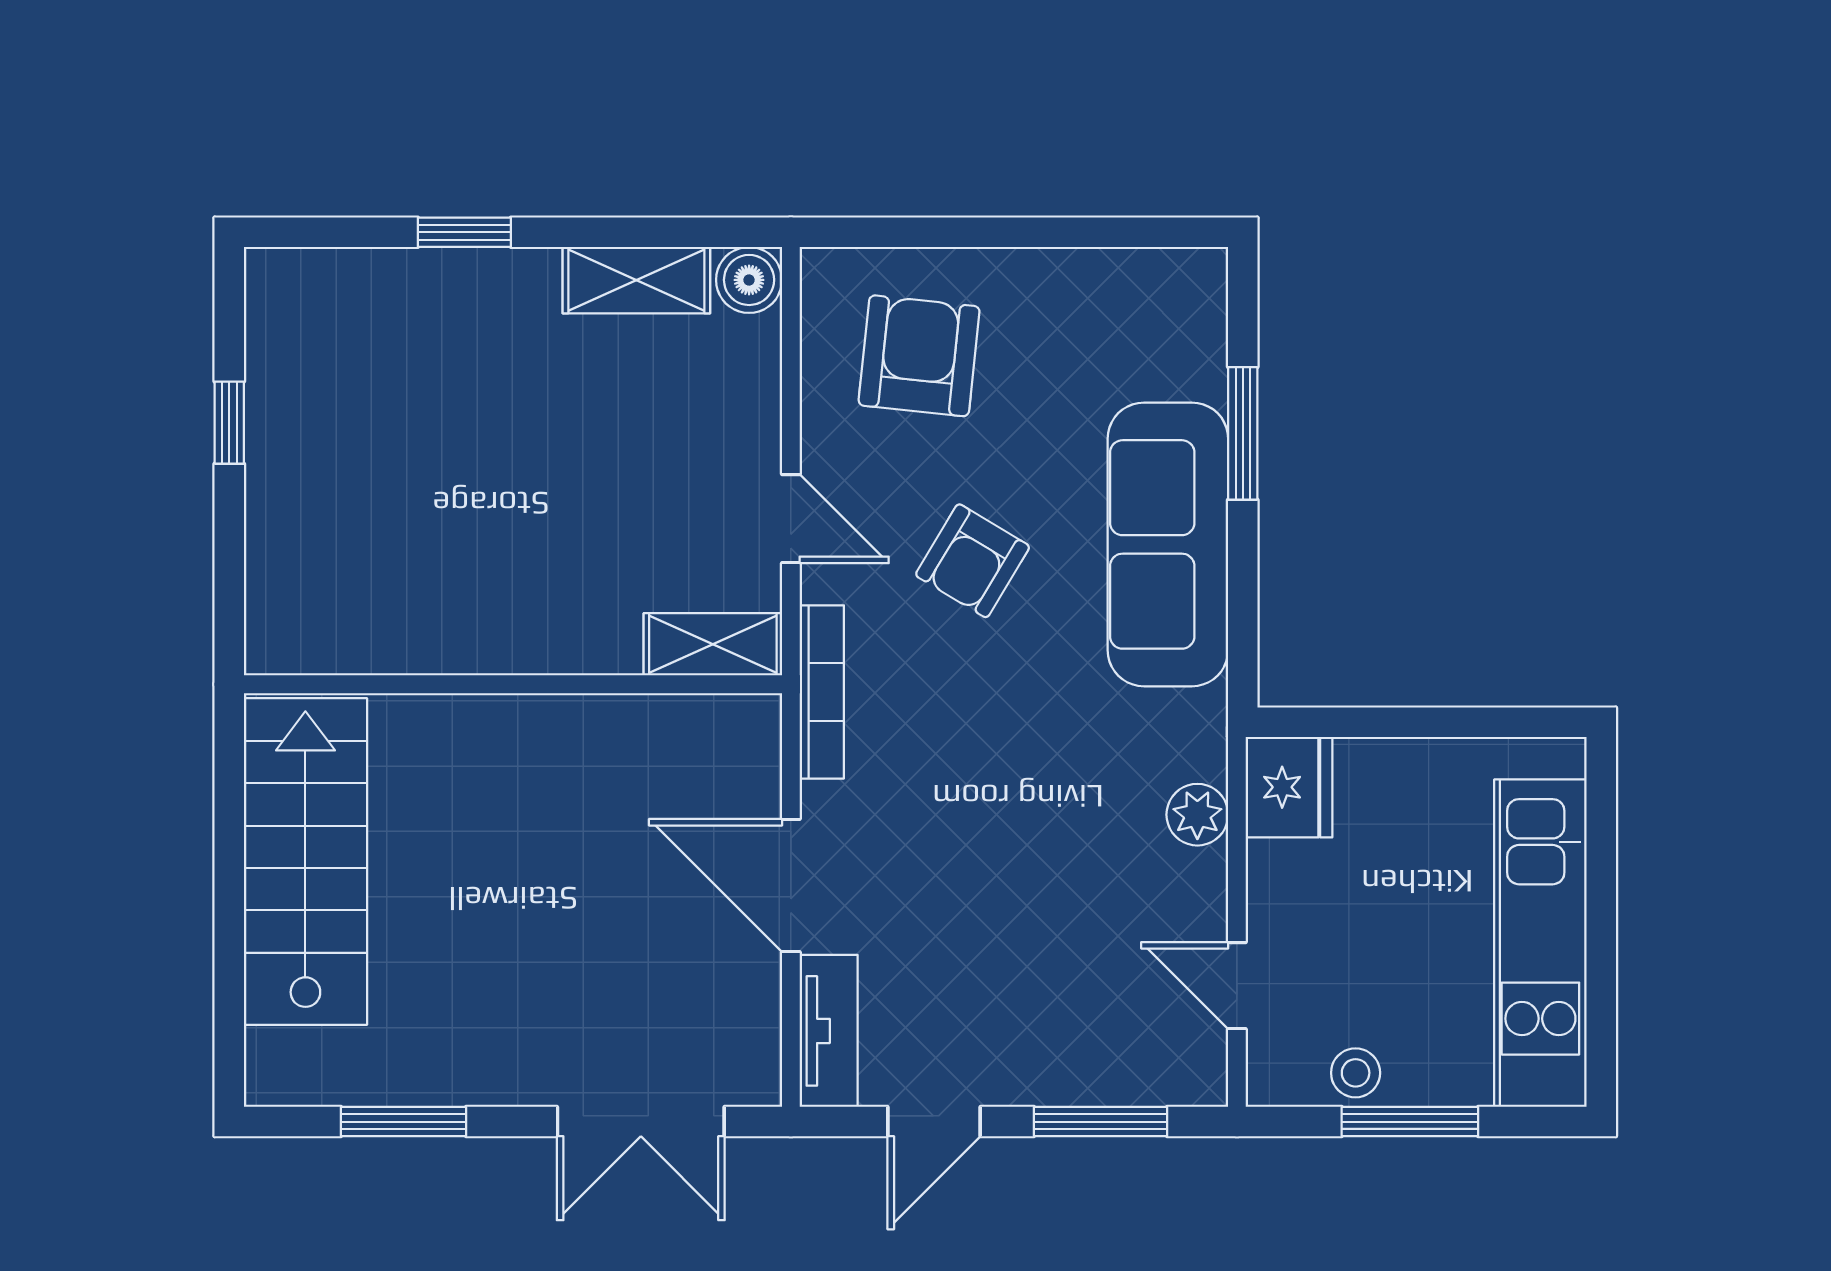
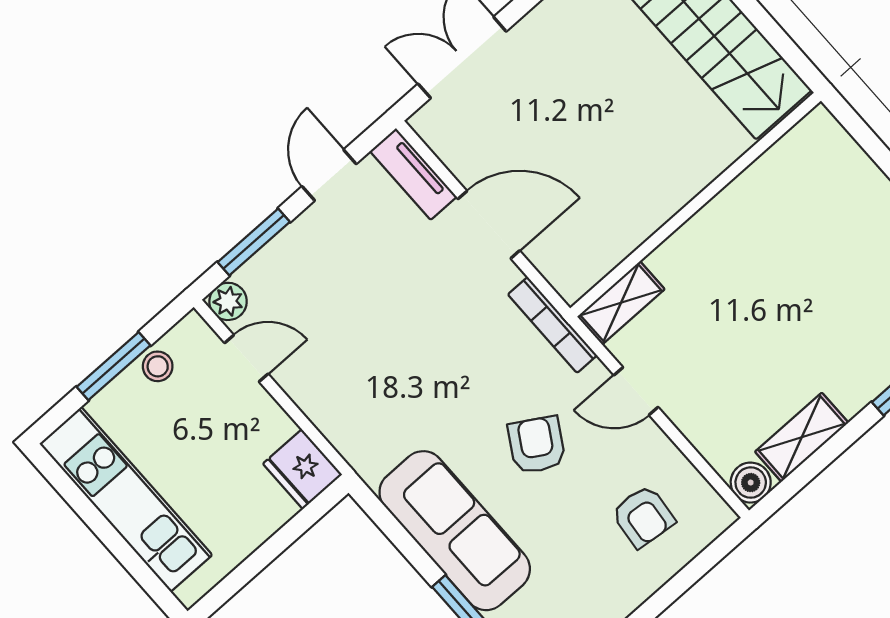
armchair: (919, 356) -> (643, 516), width x0.72, depth x0.72
plant: (1197, 815) -> (228, 301), moved

